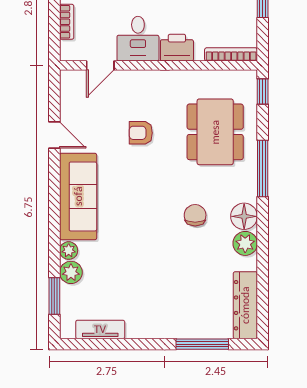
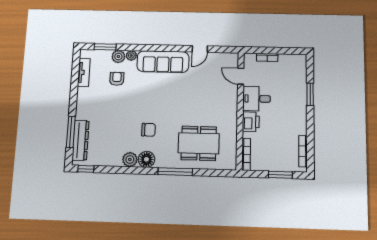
window: (263, 91) -> (86, 169), moved
armchair: (141, 133) -> (117, 79), moved
dresser: (245, 305) -> (81, 140), moved, turned 90

